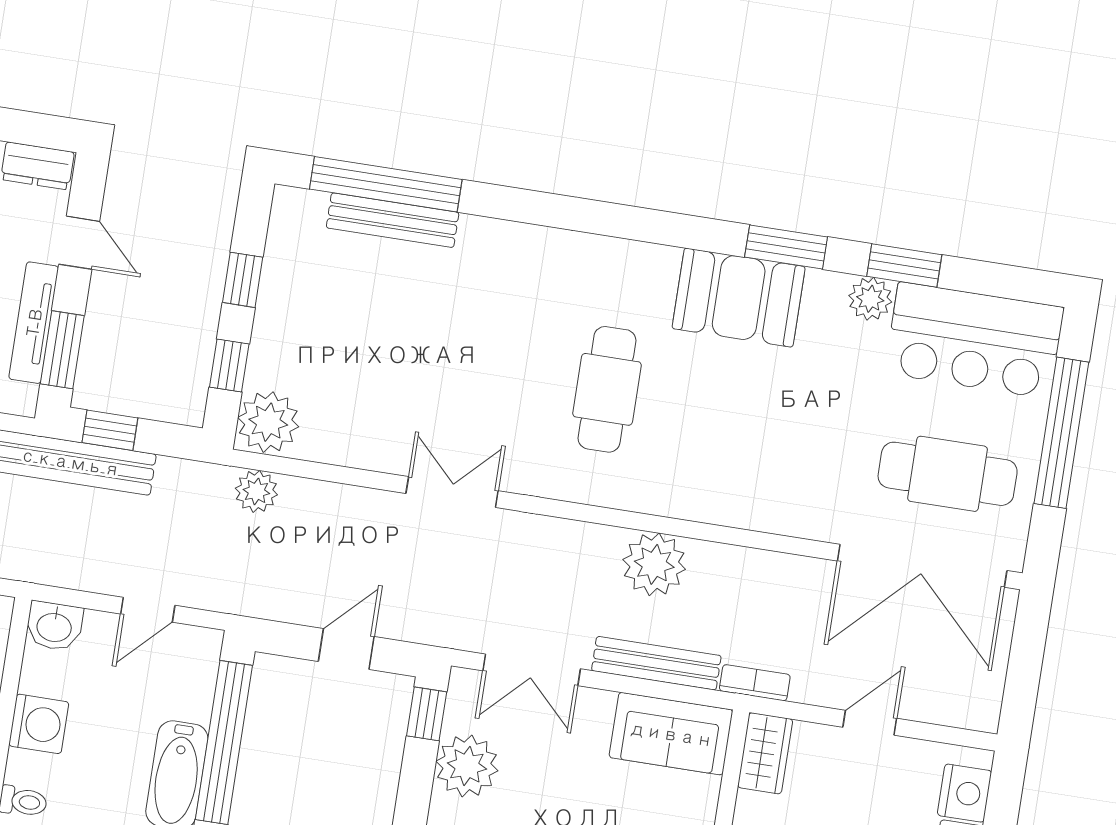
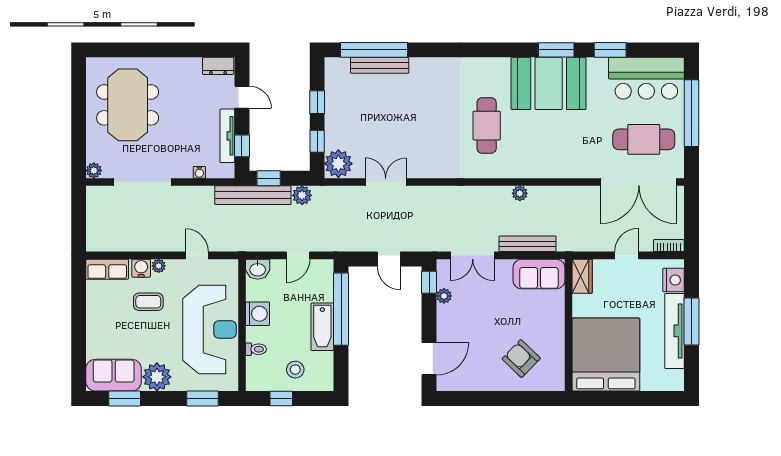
booth: (739, 298) -> (549, 83), width x1.36, depth x1.42
plant: (870, 299) -> (597, 67), removed
window: (62, 350) -> (242, 146), width x0.67
plant: (256, 491) -> (302, 195), moved
double door: (452, 492) -> (386, 182), moved
plant: (654, 564) -> (520, 193), width x0.53, depth x0.53
door: (346, 649) -> (389, 259), swing flipped
bookcase: (755, 683) -> (669, 246), moved
plant: (467, 766) -> (444, 296), width x0.53, depth x0.53

